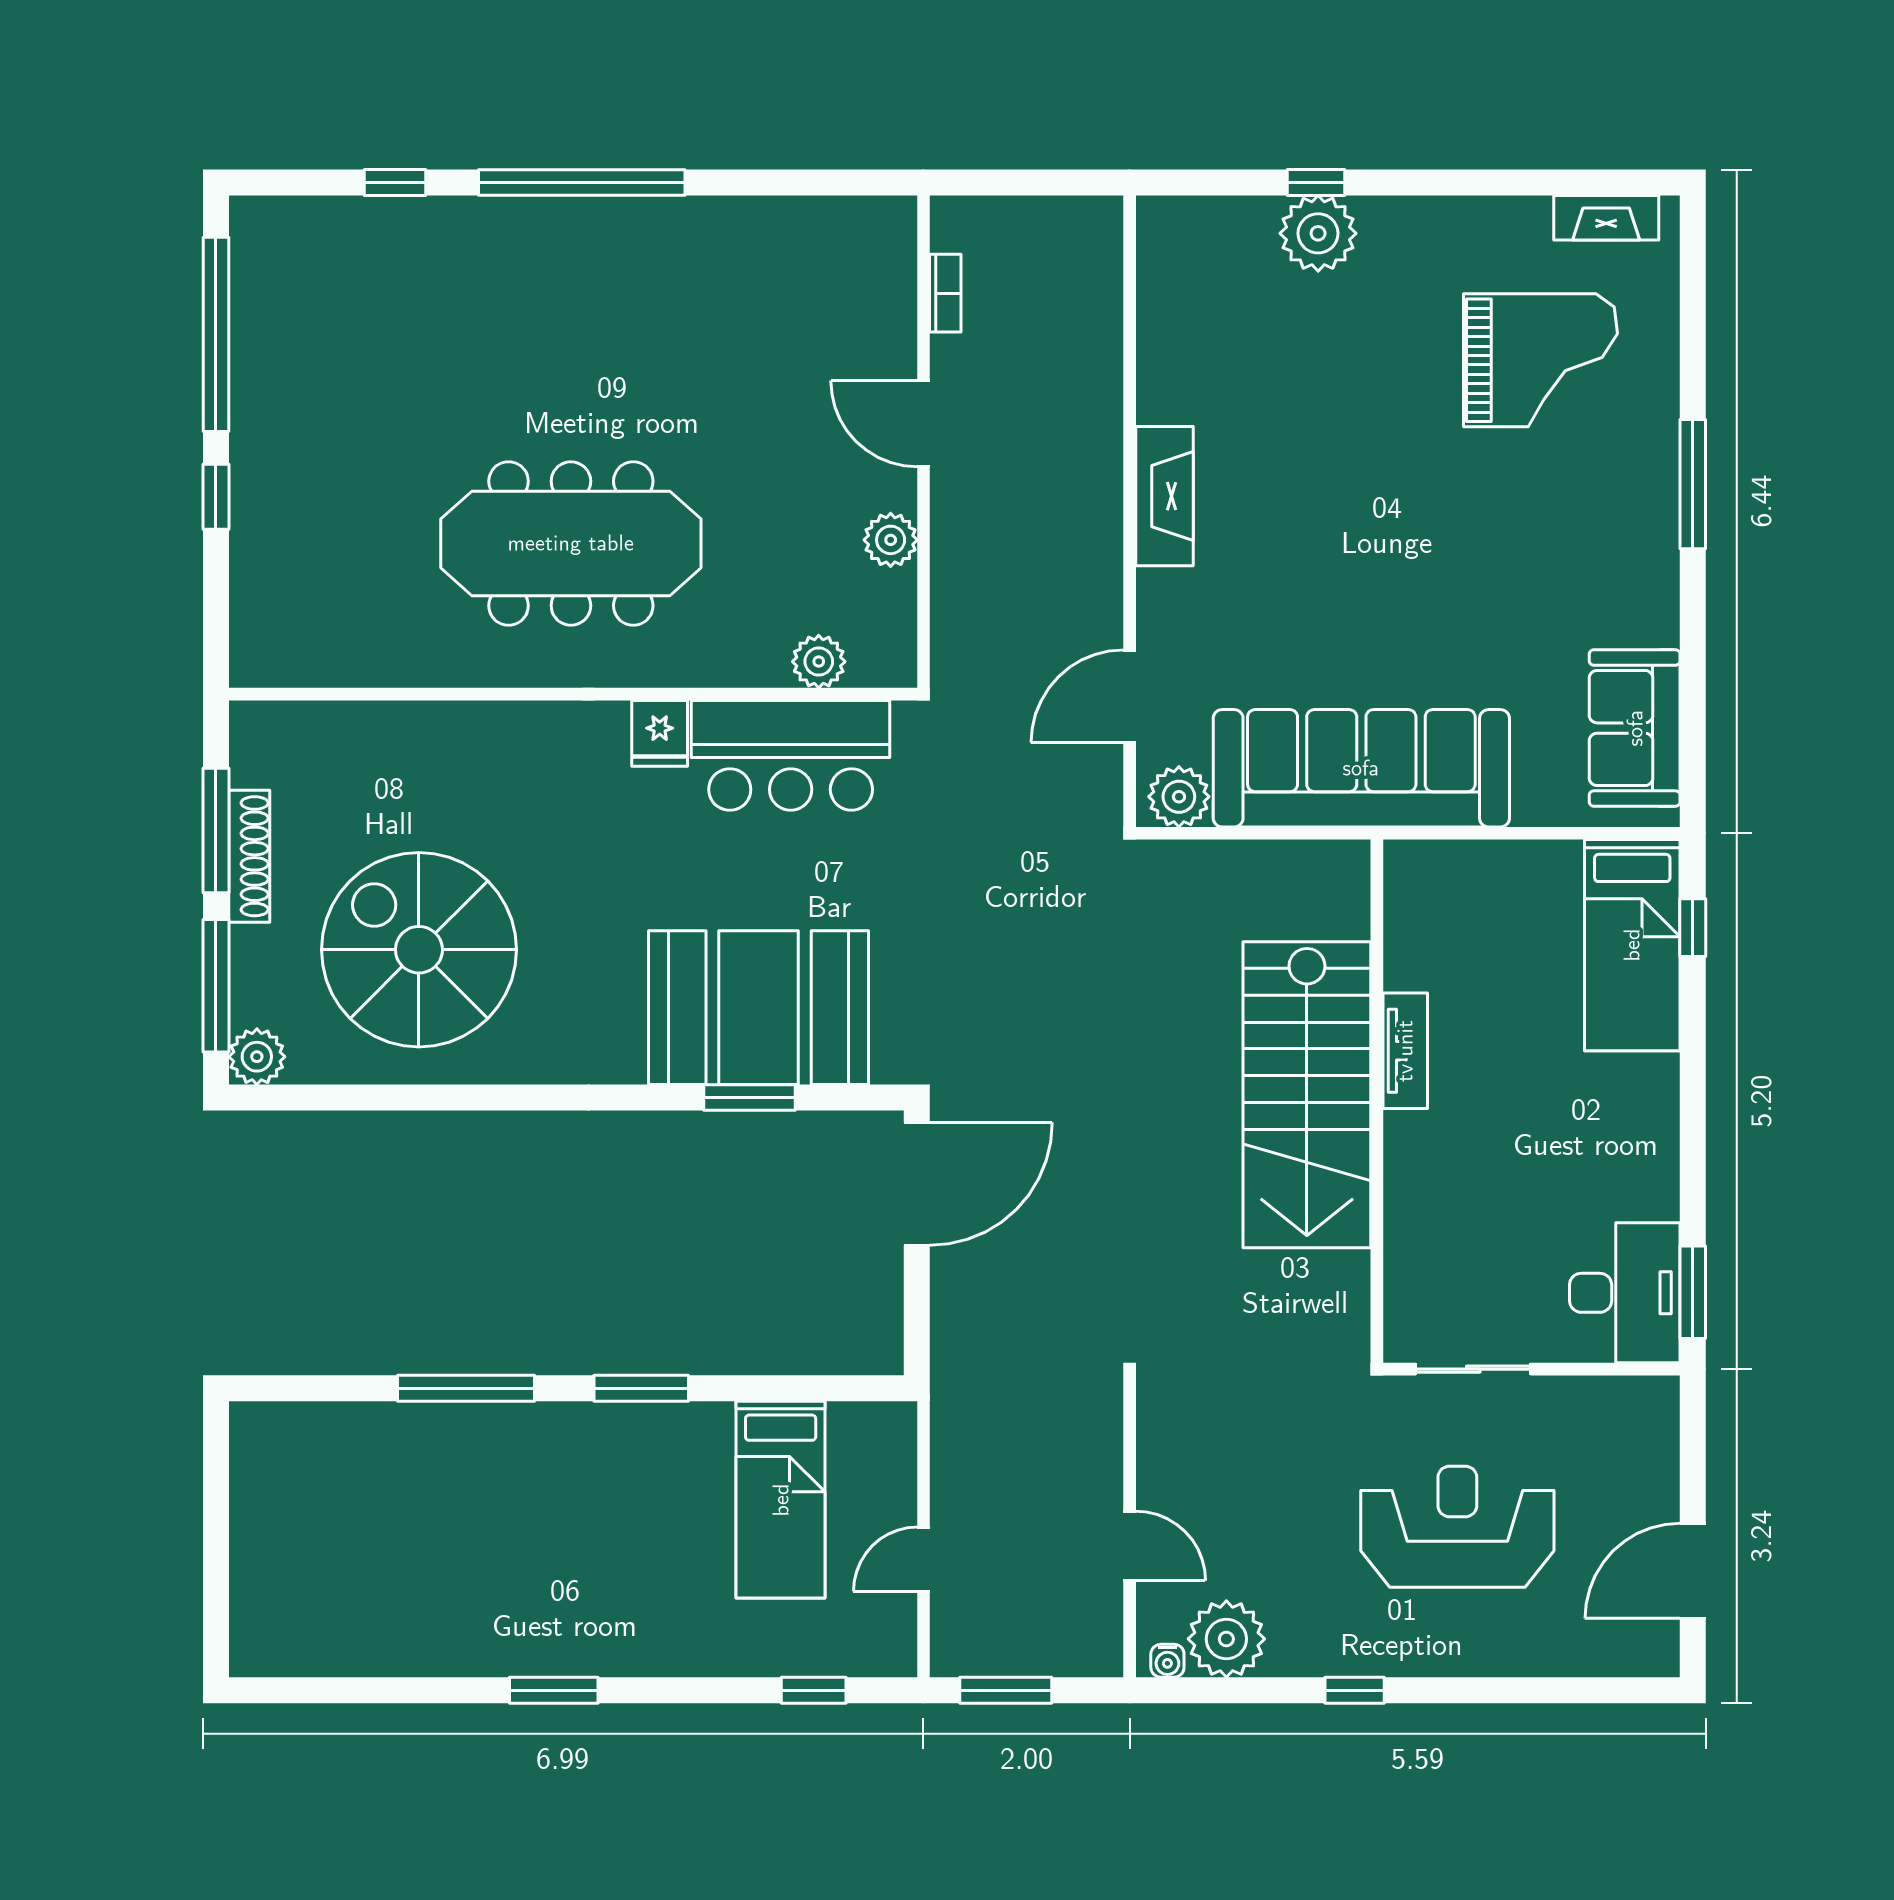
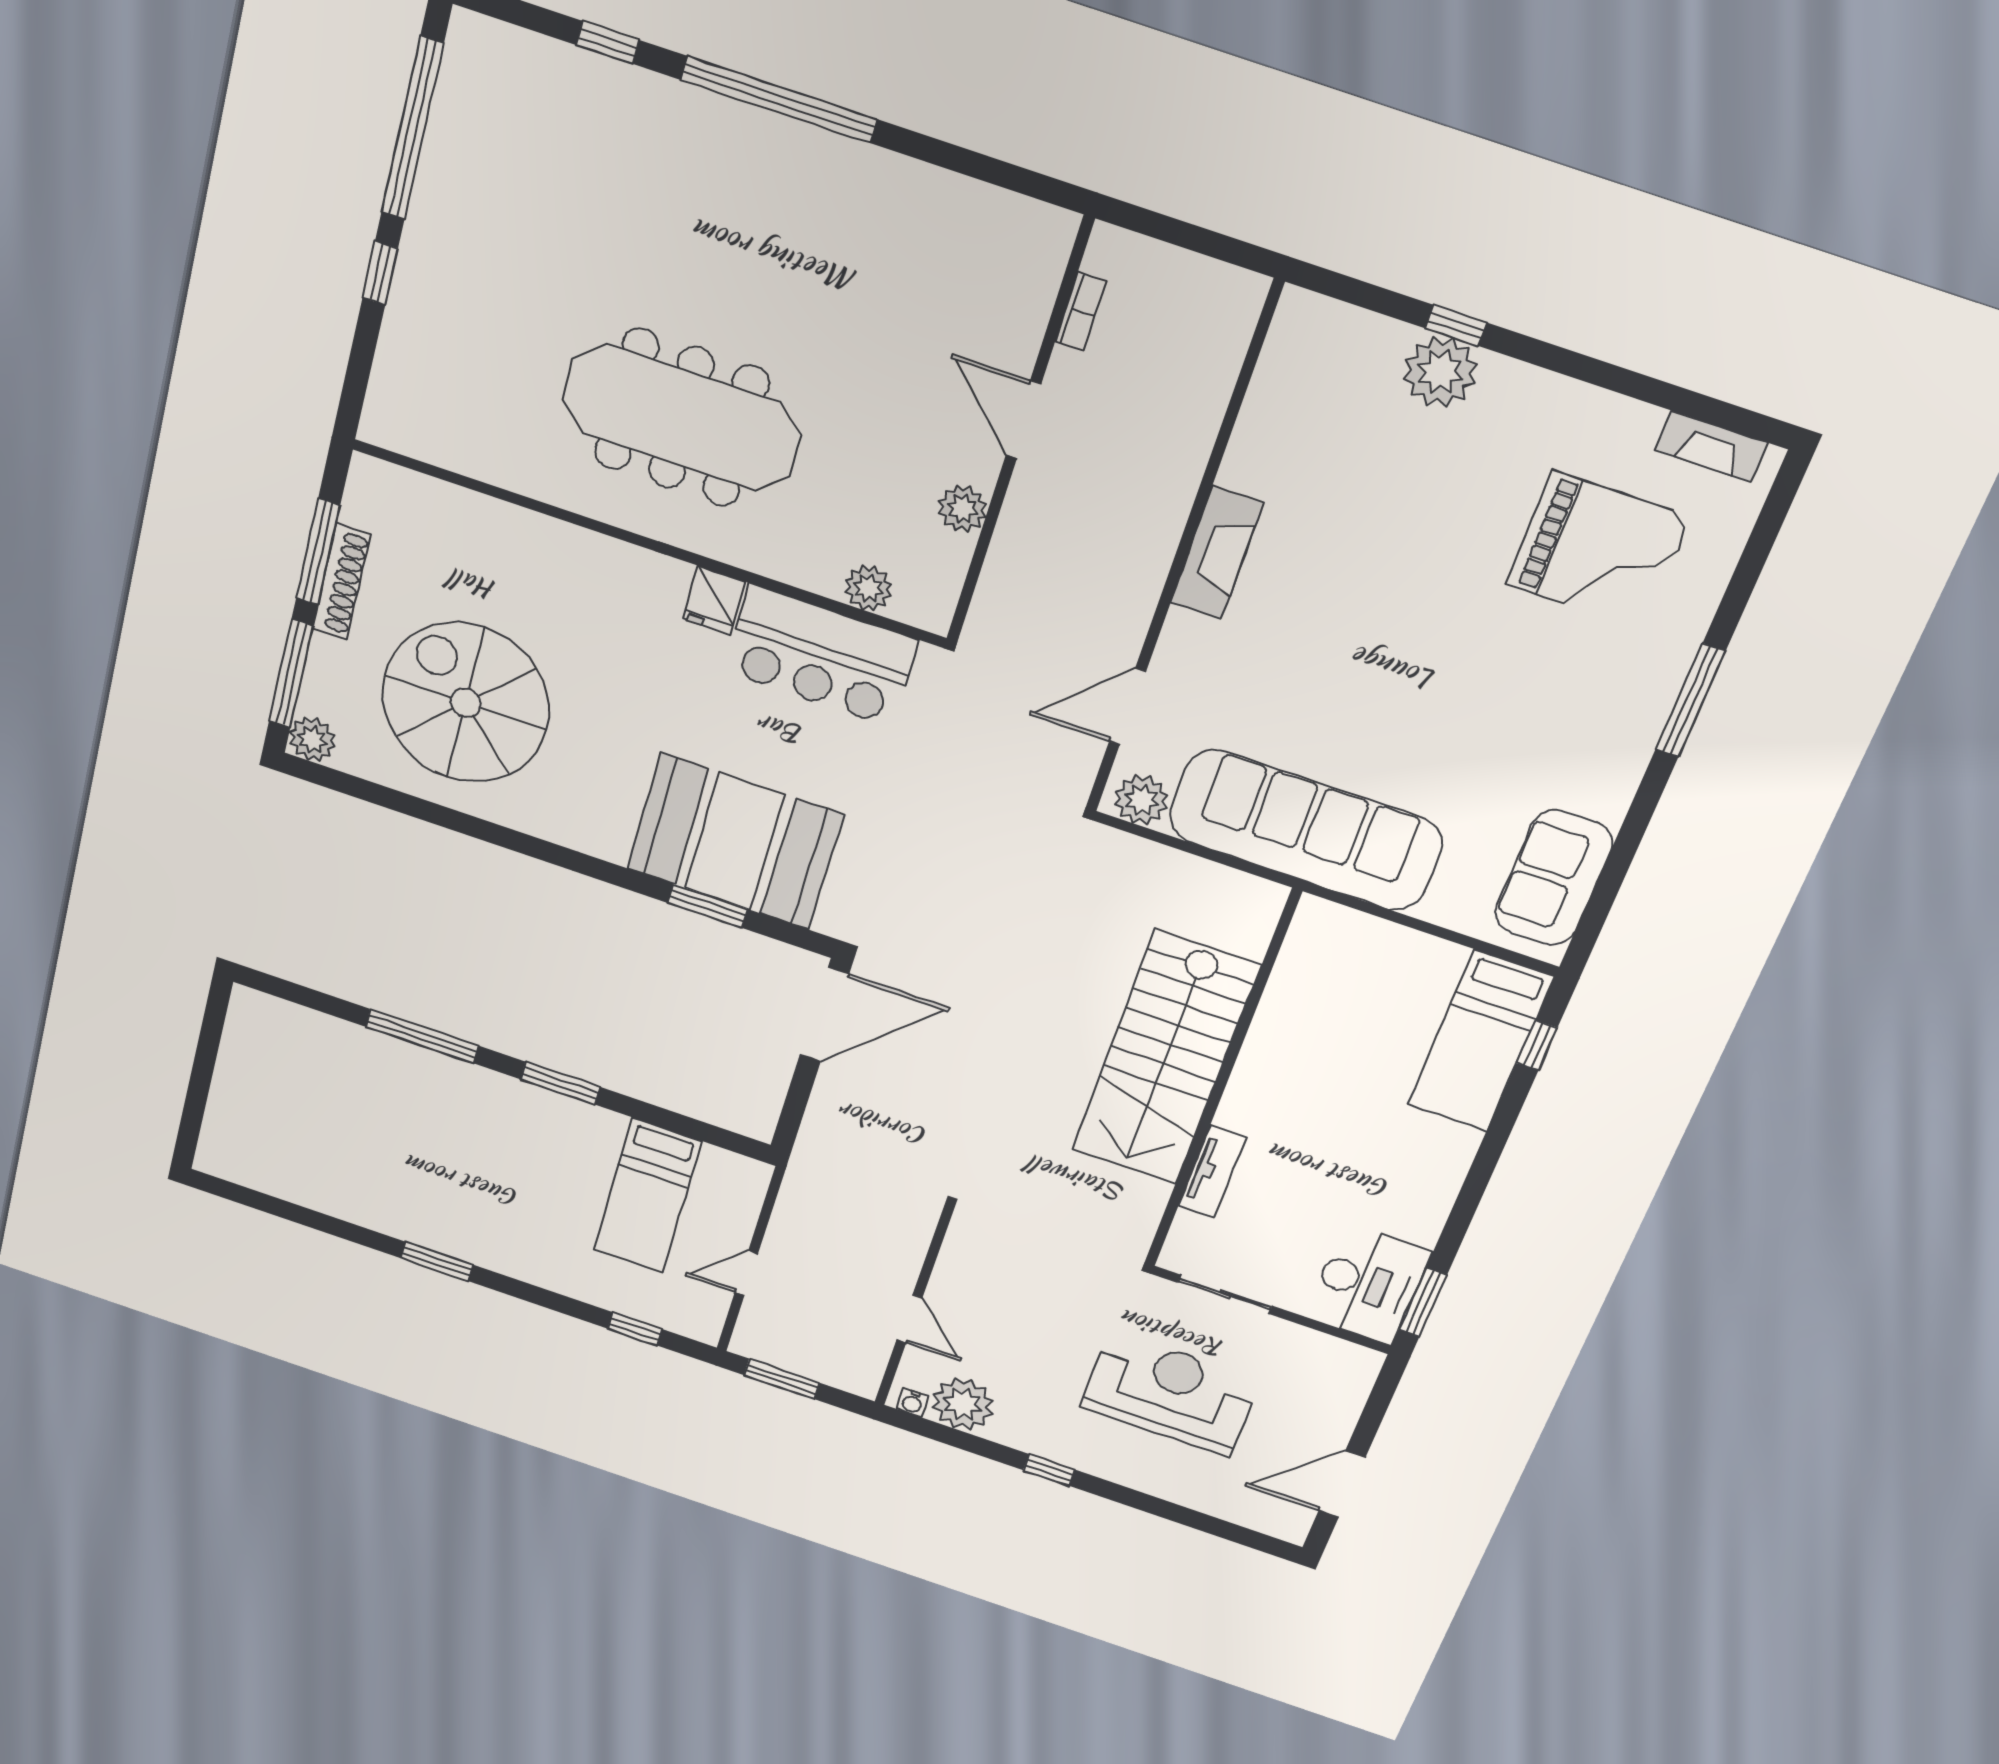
tv unit: (1405, 1051) -> (1212, 1171), moved

